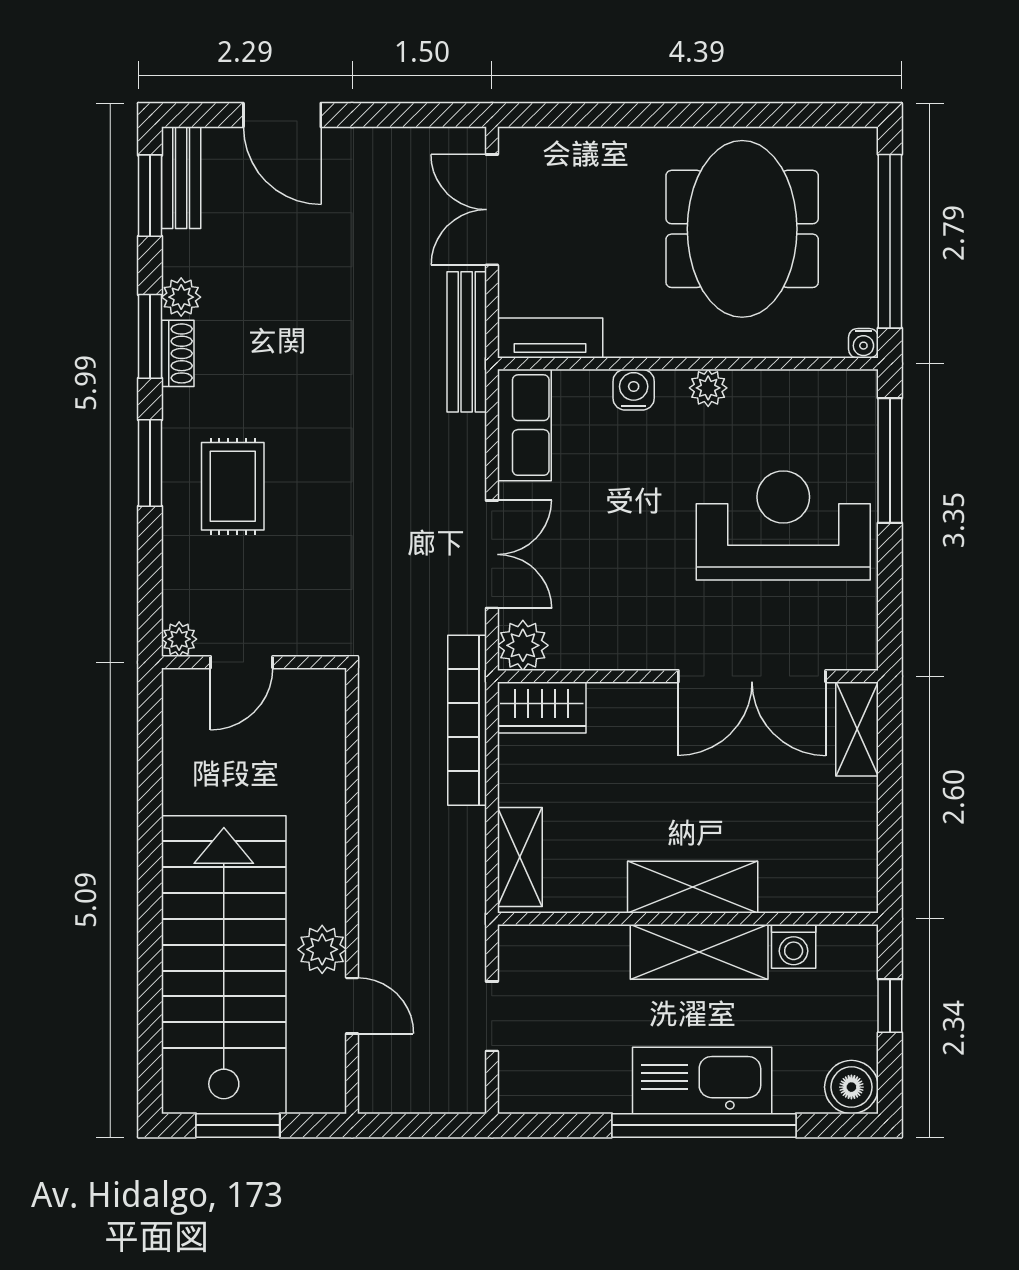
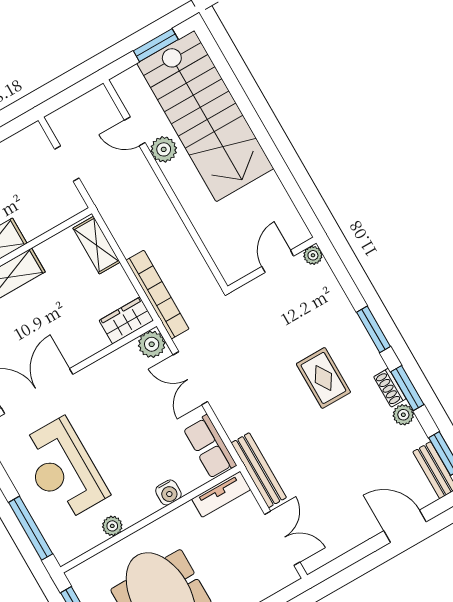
water cooler: (863, 343) -> (74, 575), removed
plant: (708, 388) -> (112, 526), moved
rug: (233, 486) -> (323, 378), moved
reception desk: (783, 525) -> (63, 469), turned 90

